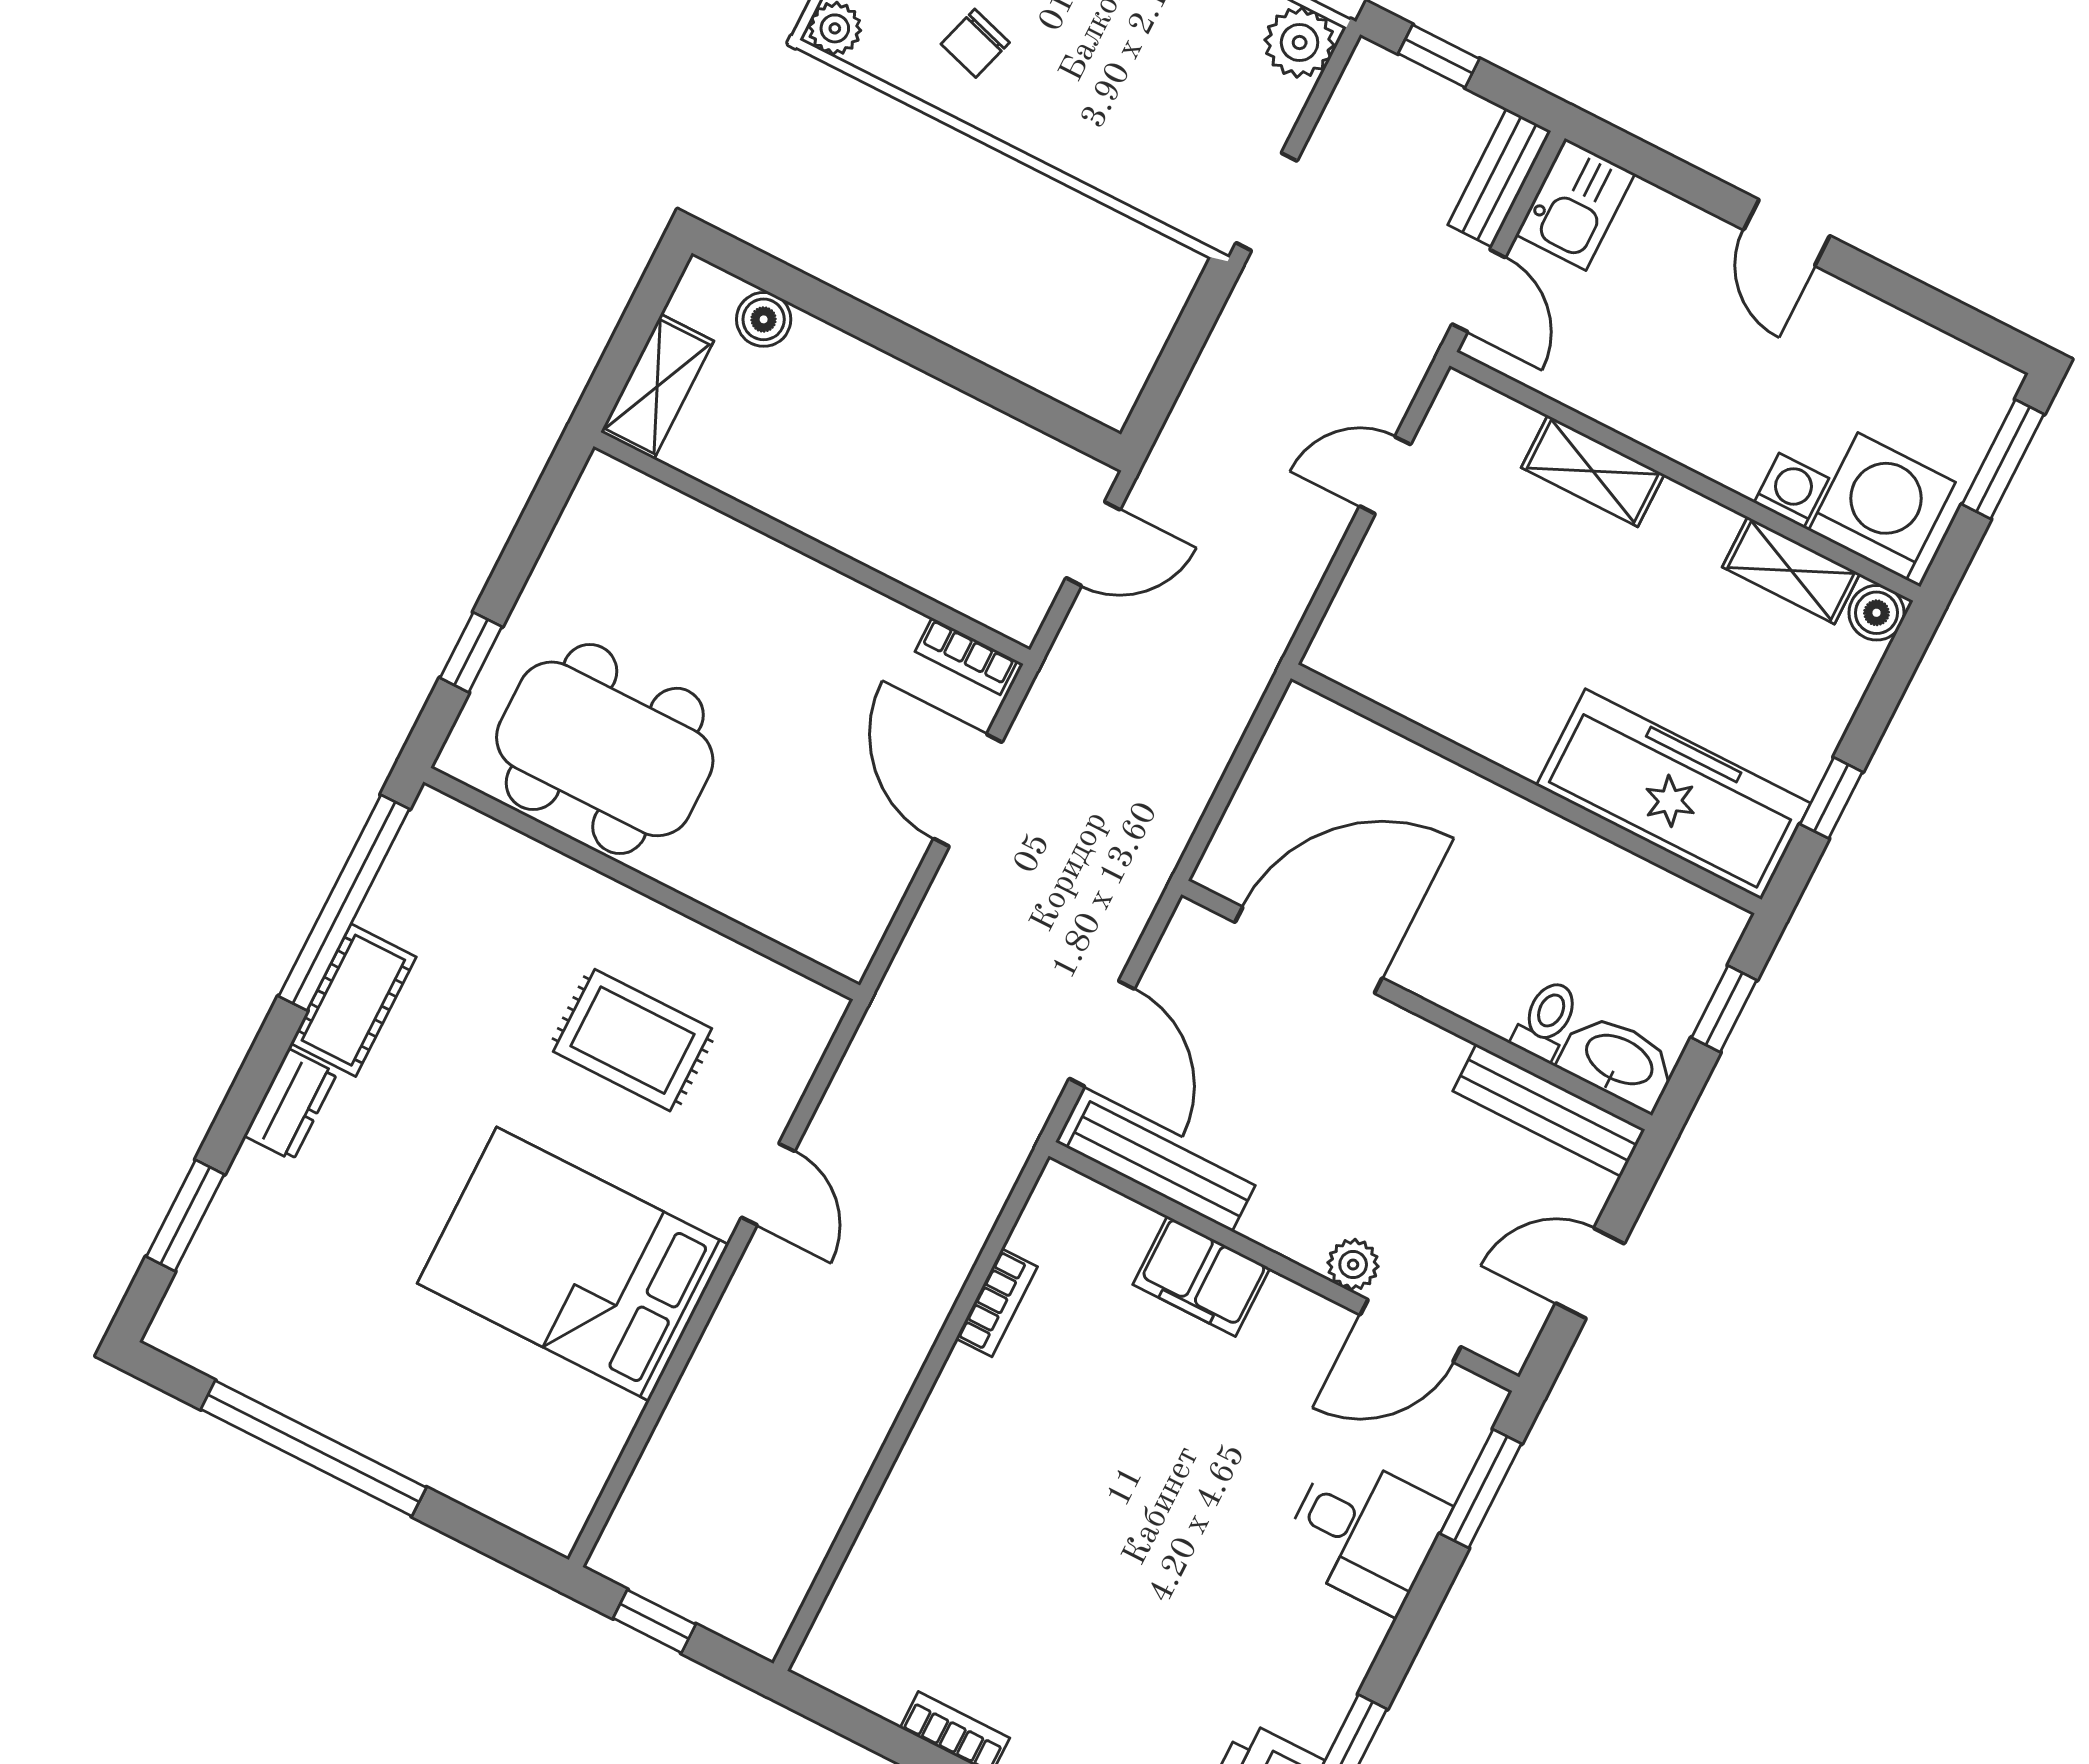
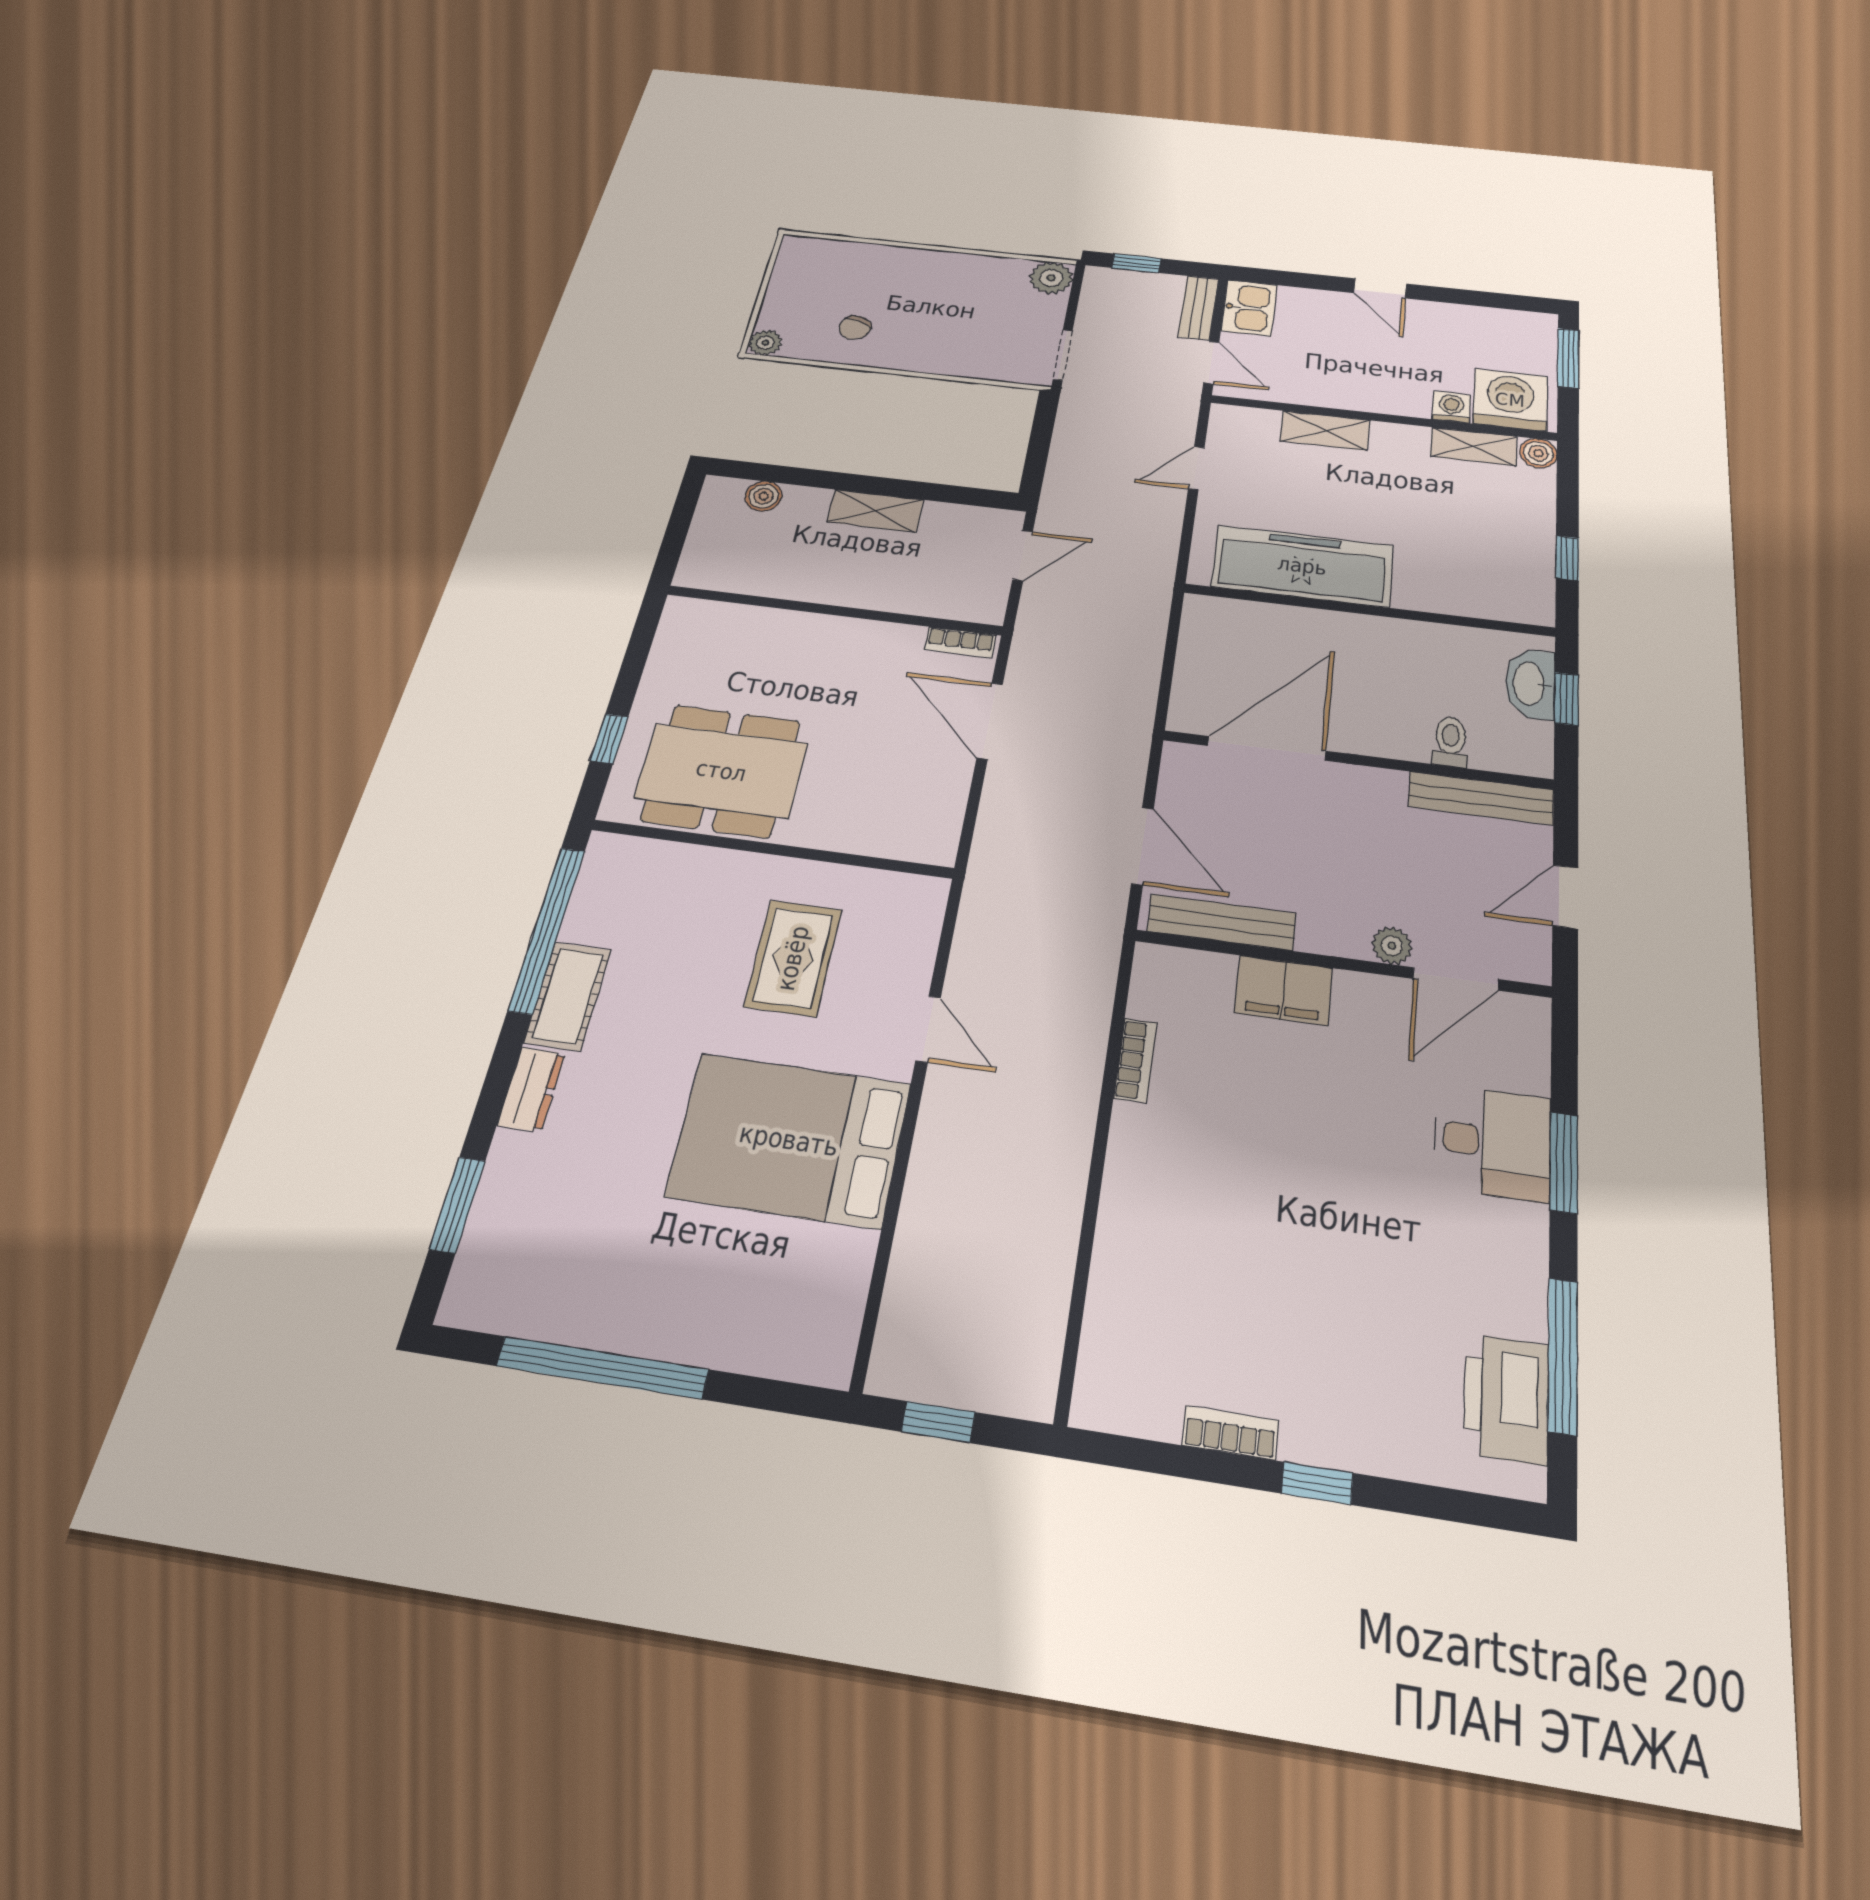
shelving: (657, 387) -> (875, 511), moved, turned 90
freezer: (1673, 794) -> (1302, 566), moved
rug: (632, 1040) -> (793, 958), turned 90
washbasin: (1618, 1061) -> (1530, 684), moved, turned -90
window: (1481, 1489) -> (1564, 1162), moved

